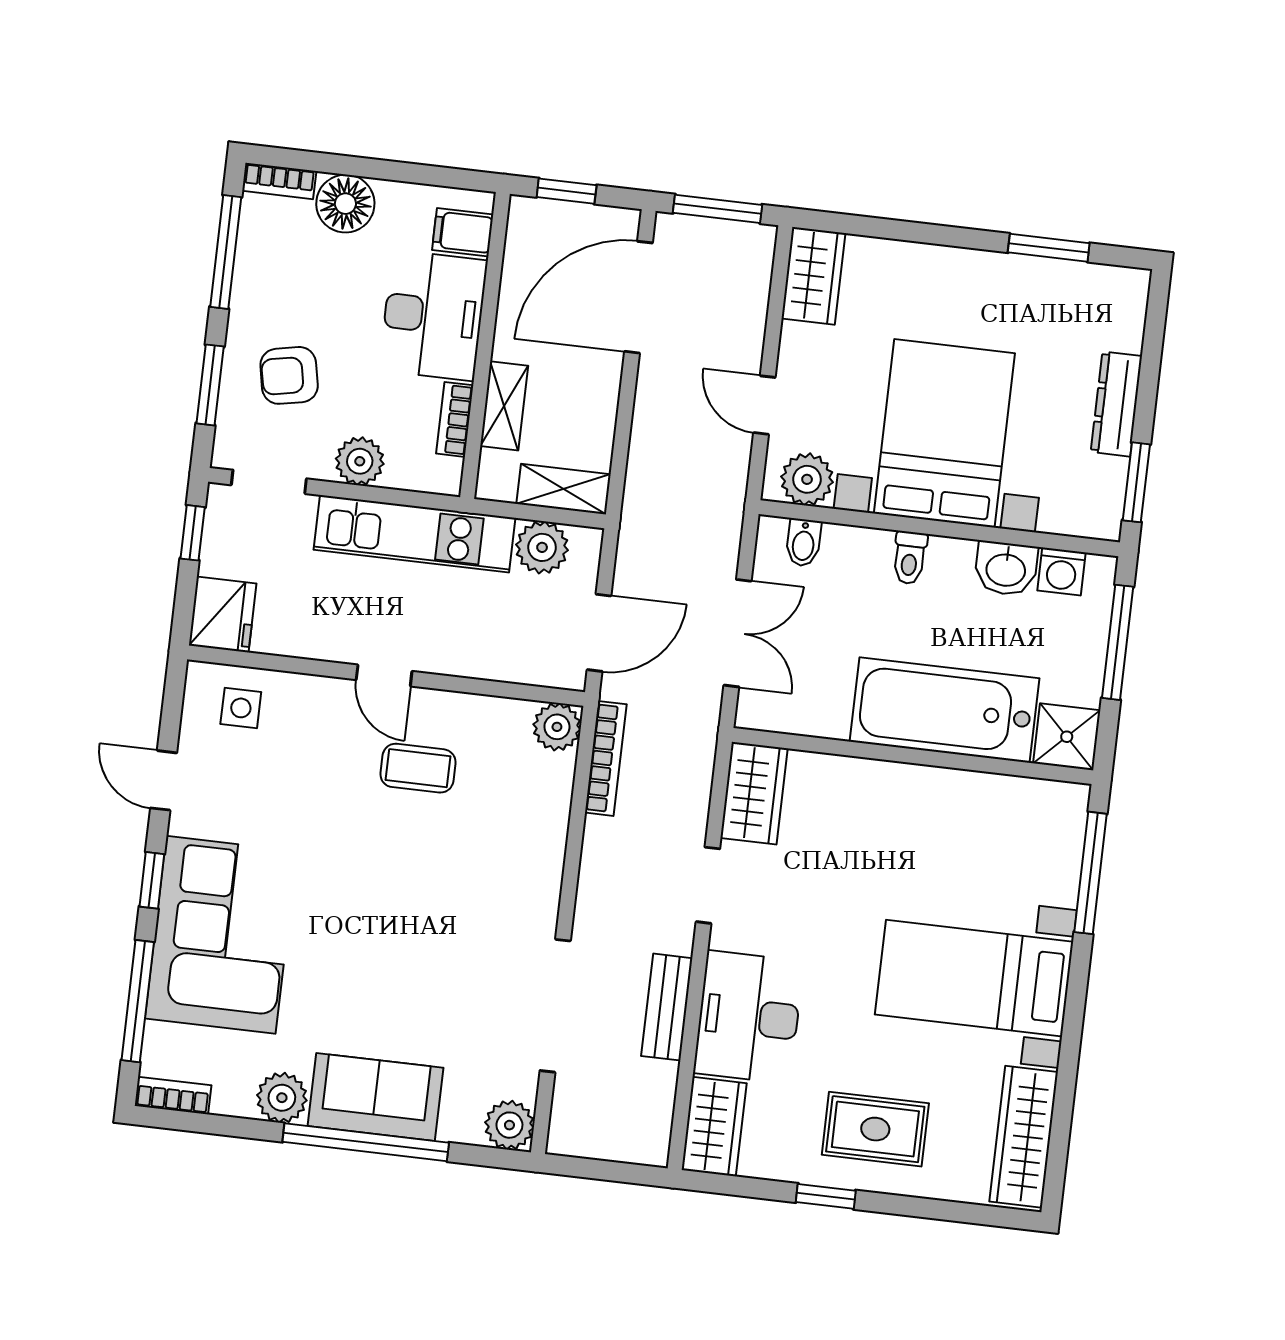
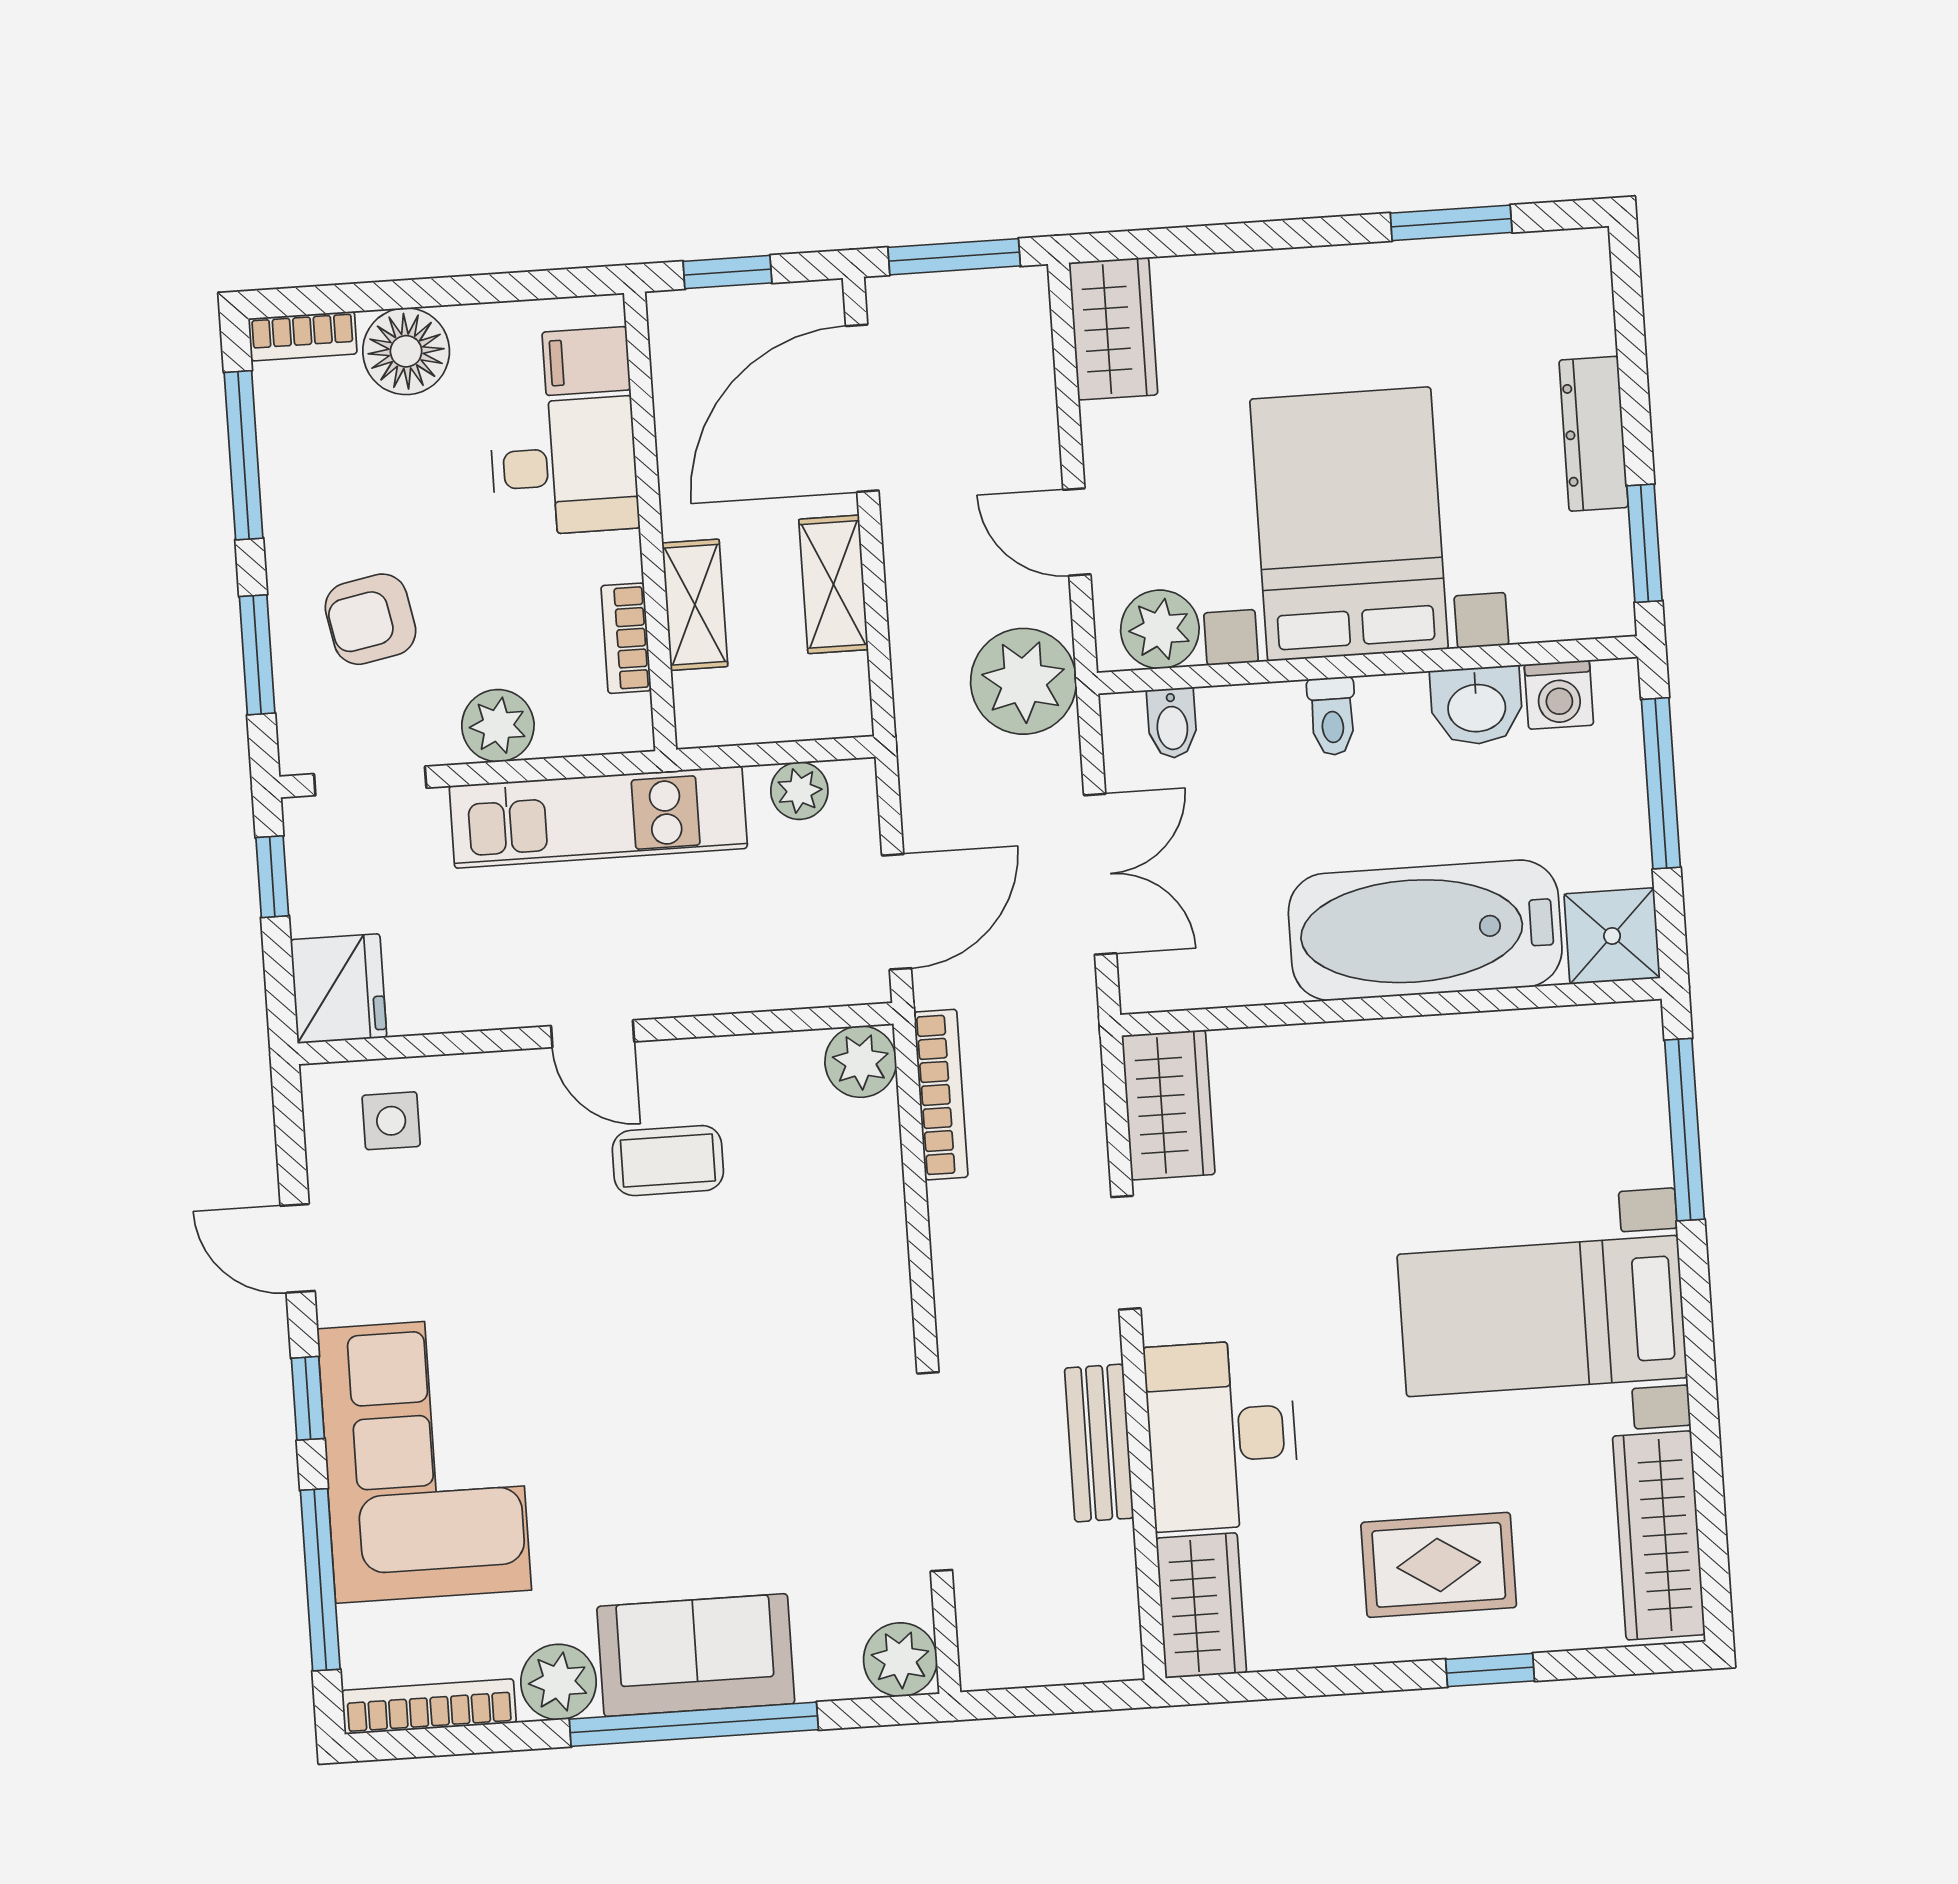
desk: (433, 315) -> (564, 467), width x0.73
shelving: (564, 489) -> (834, 584), moved, turned 90
plant: (711, 497) -> (1024, 681), added
plant: (542, 547) -> (799, 791), width x0.73, depth x0.73
bookcase: (173, 1096) -> (429, 1707), width x1.56
window: (826, 1196) -> (1490, 1670), moved

